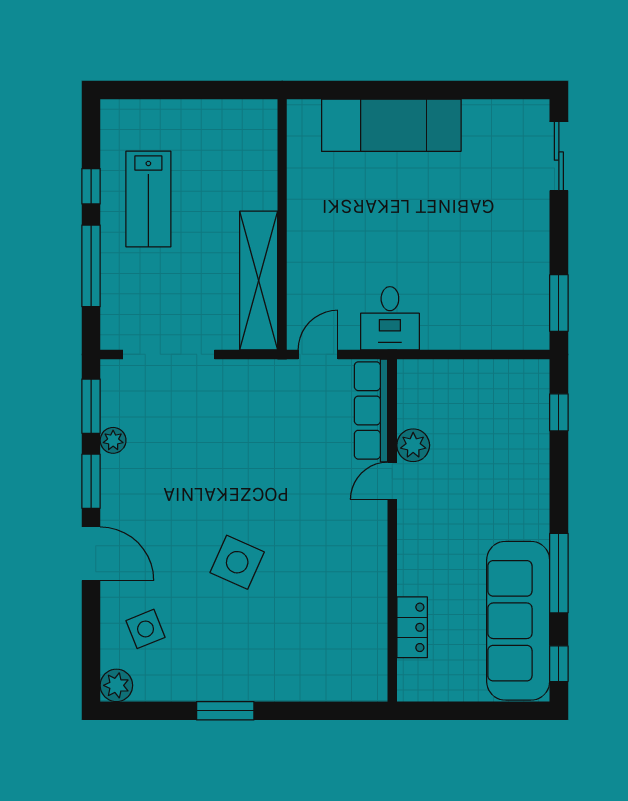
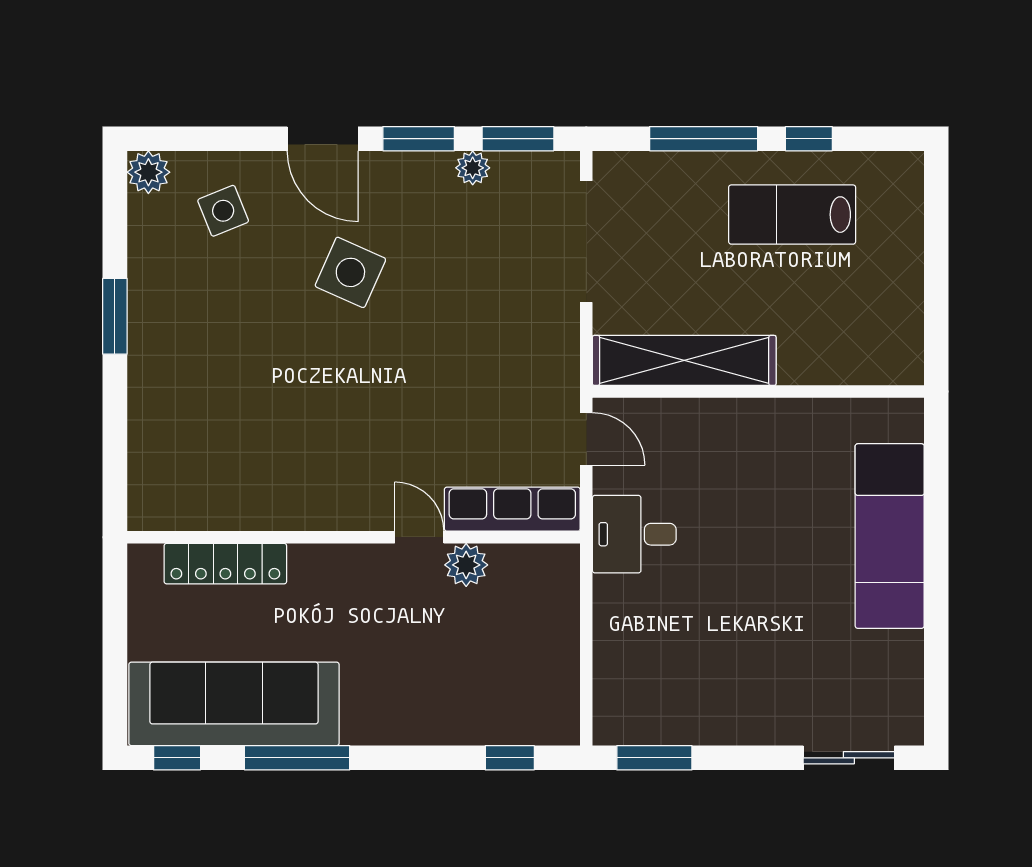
door: (91, 554) -> (323, 139), hinge flipped
side table: (237, 562) -> (350, 272), moved
locker: (412, 627) -> (225, 564), width x1.53

